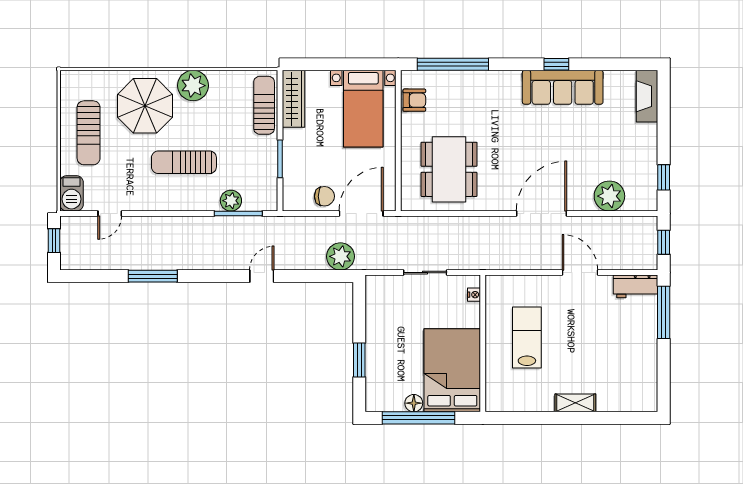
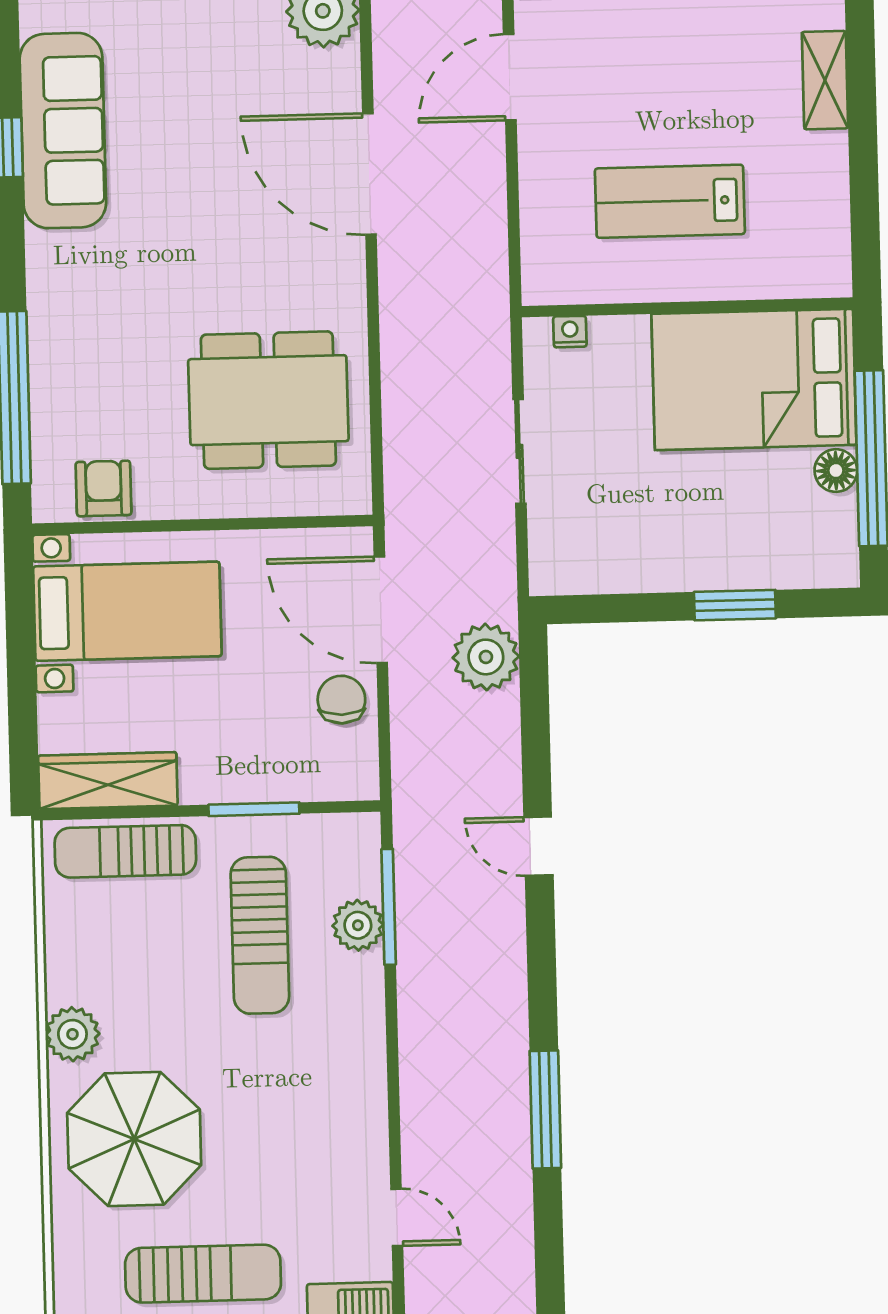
plant: (193, 86) -> (72, 1034), width x0.73, depth x0.73
sun lounger: (184, 162) -> (260, 935), moved

